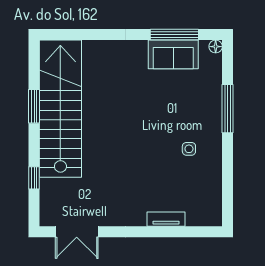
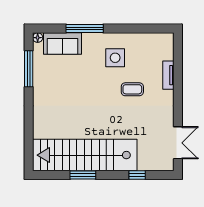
sofa: (173, 54) -> (63, 43), moved, turned 90
side table: (189, 149) -> (115, 58), width x1.87, depth x1.87
coffee table: (147, 171) -> (132, 89), added

